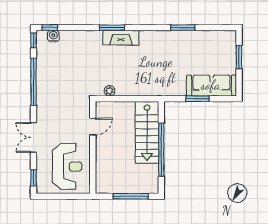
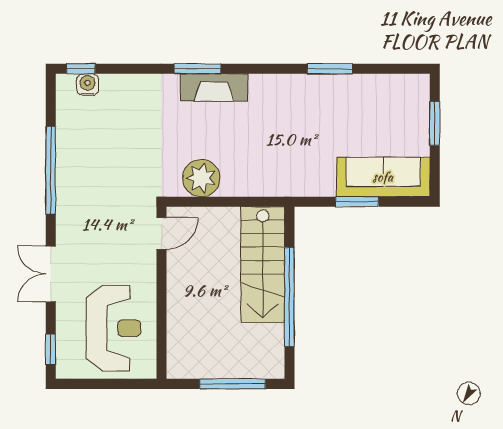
window: (34, 40) -> (51, 93), removed
plant: (109, 91) -> (201, 178), width x1.88, depth x1.88
door: (93, 127) -> (161, 234), moved

